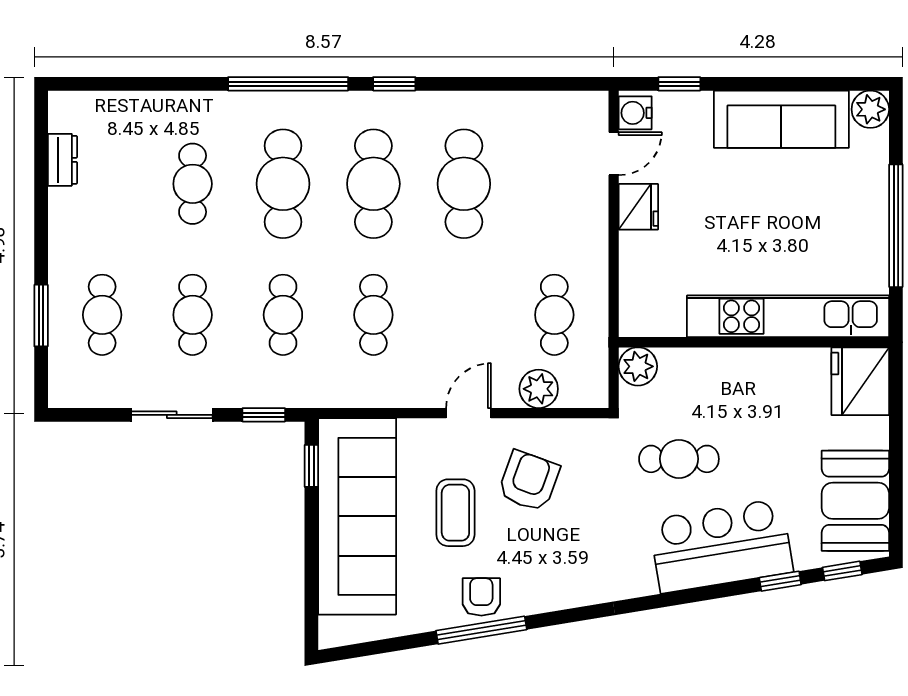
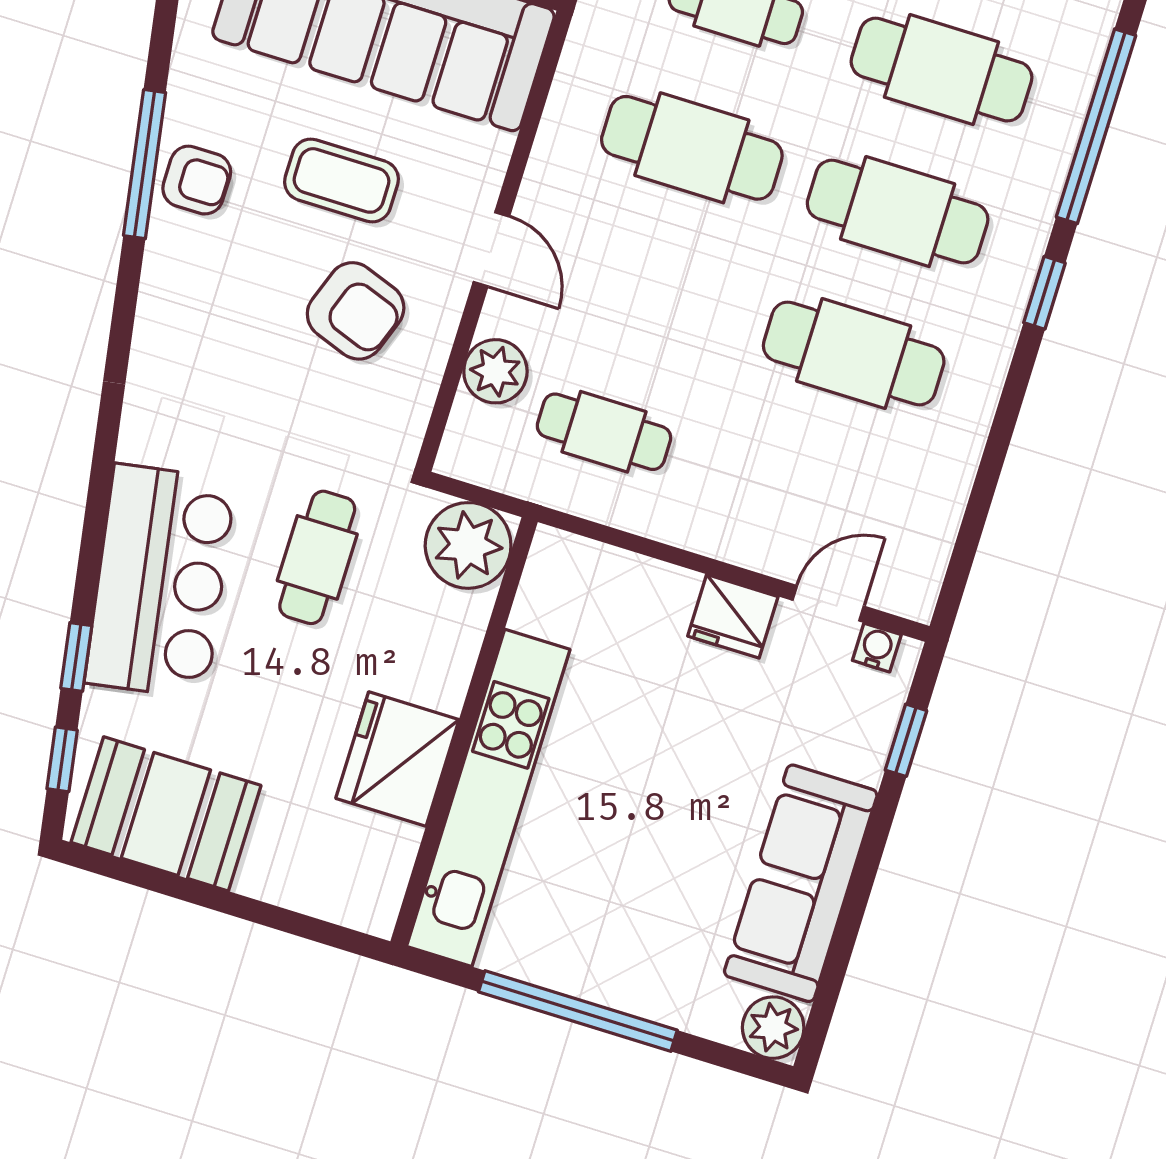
water cooler: (635, 113) -> (877, 648), width x0.72, depth x0.72
door: (614, 154) -> (828, 603), swing flipped
cafe table: (373, 315) -> (692, 148), width x1.37, depth x1.35
plant: (638, 366) -> (468, 545), width x1.36, depth x1.36
fridge: (860, 381) -> (397, 759), moved, turned -90

